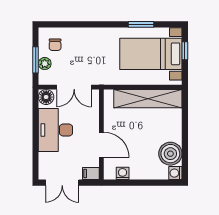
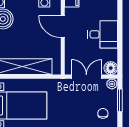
plant: (45, 64) -> (112, 84), moved
desk: (55, 130) -> (103, 34), width x0.73

